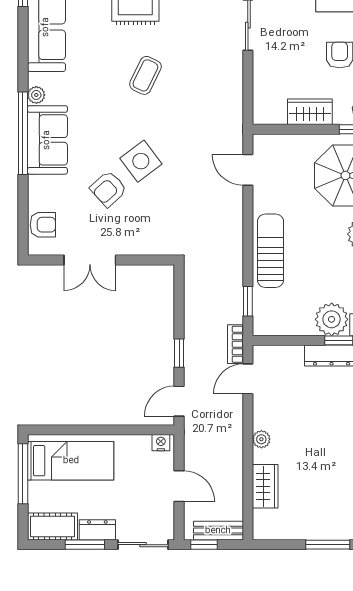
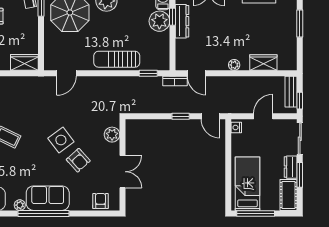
wardrobe: (310, 112) -> (24, 62), moved, turned 90
plant: (150, 243) -> (112, 135), added

